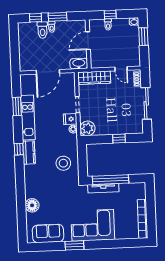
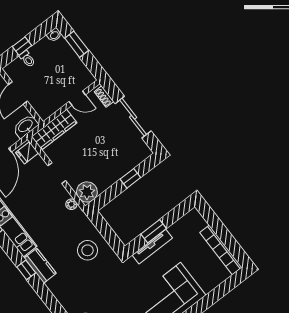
fridge: (70, 119) -> (27, 153), moved
window: (111, 180) -> (154, 231), width x0.47

